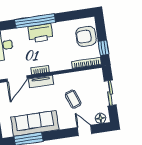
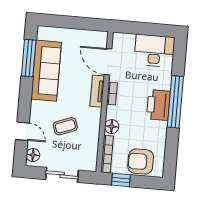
armchair: (86, 36) -> (141, 162), turned -90
floor lamp: (65, 64) -> (112, 127), added
door: (85, 130) -> (22, 131), hinge flipped

